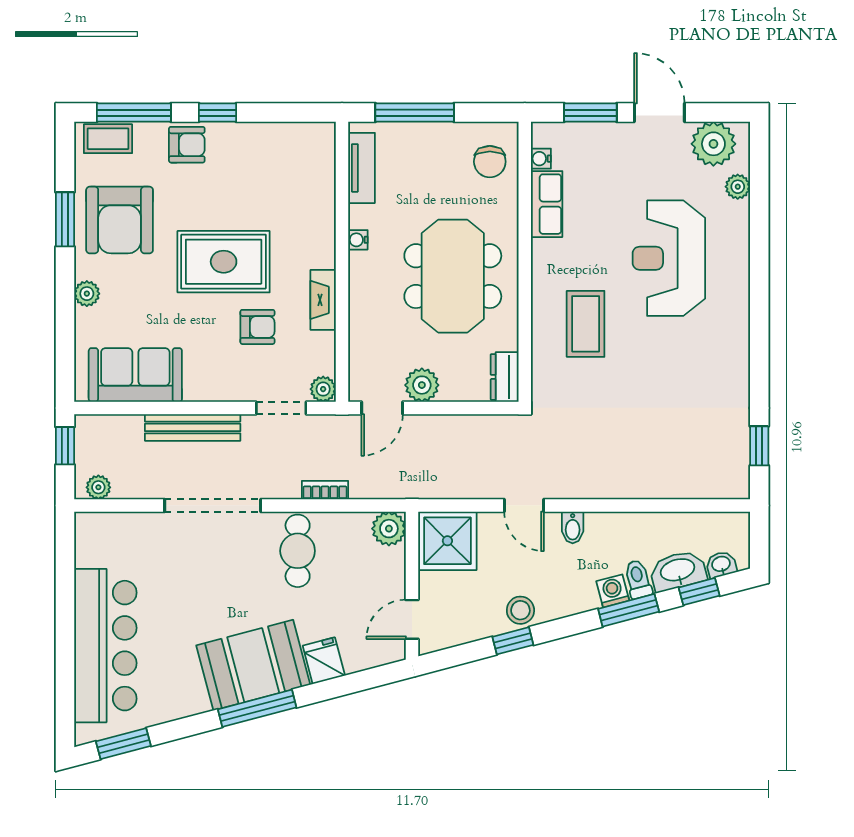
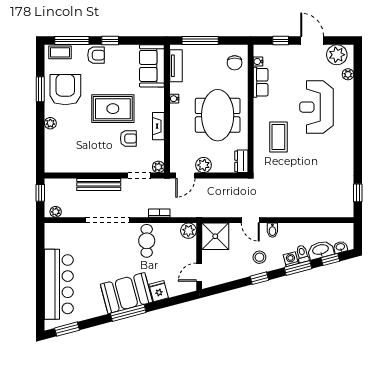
window: (590, 113) -> (281, 40), width x0.67
armchair: (120, 220) -> (65, 90), turned 180
sofa: (135, 375) -> (152, 66), moved, turned -90
stool: (520, 610) -> (259, 257), moved
window: (513, 641) -> (259, 278), moved

